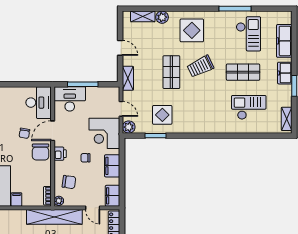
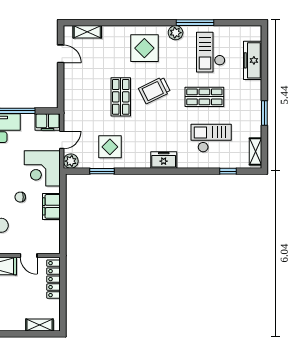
plant: (162, 17) -> (176, 33), moved
checkout: (248, 34) -> (211, 52), turned 180
door: (120, 48) -> (61, 54), moved
freezer: (285, 73) -> (164, 160), moved, turned 90
shelving: (128, 78) -> (70, 104), removed
door: (121, 109) -> (62, 140), hinge flipped
window: (263, 136) -> (228, 171), added
filing cabinet: (113, 196) -> (48, 122), moved, turned -90

